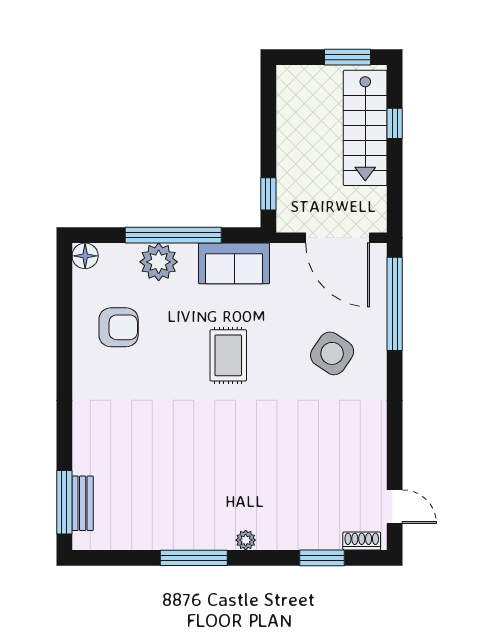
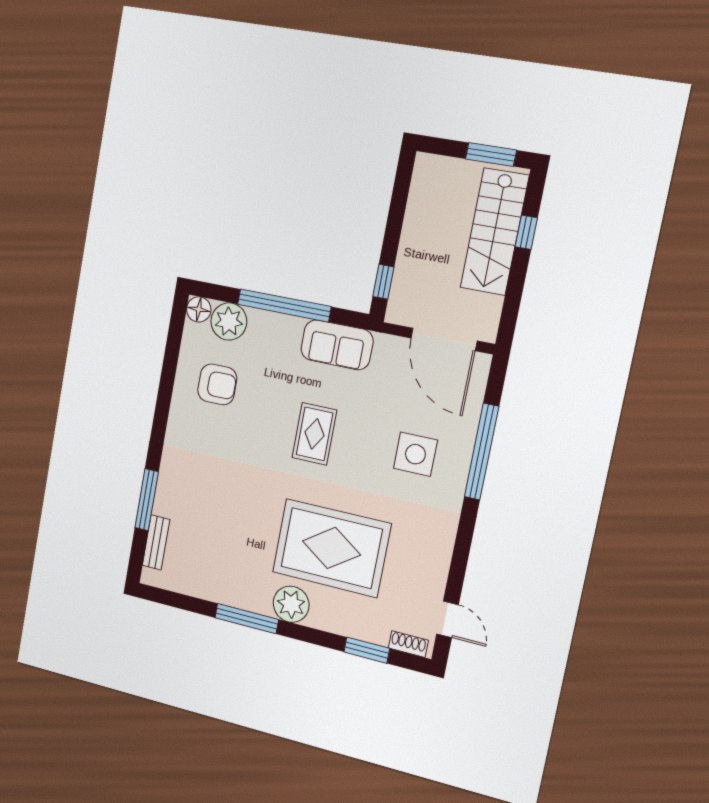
plant: (159, 262) -> (229, 321), moved
window: (395, 304) -> (482, 452), moved
side table: (332, 353) -> (415, 454), turned -34
rug: (267, 465) -> (331, 548), added
window: (64, 502) -> (147, 500), moved
plant: (246, 540) -> (291, 604), width x1.87, depth x1.87

